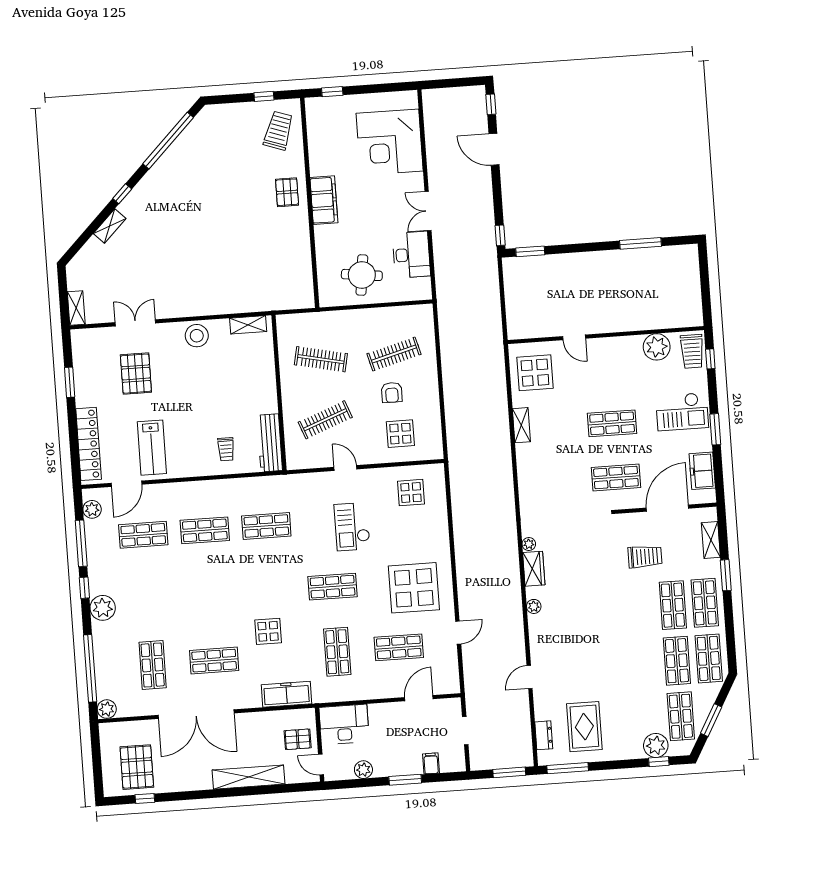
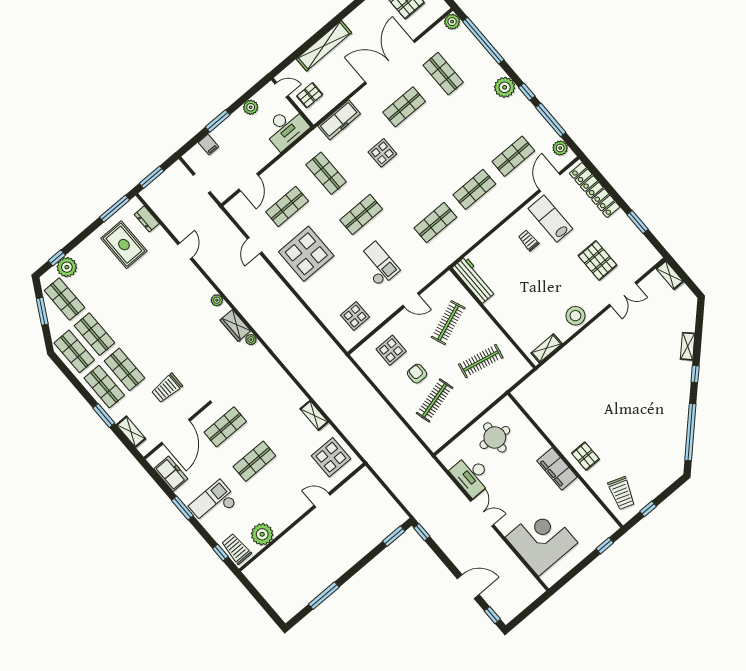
trolley: (226, 449) -> (529, 240), moved

